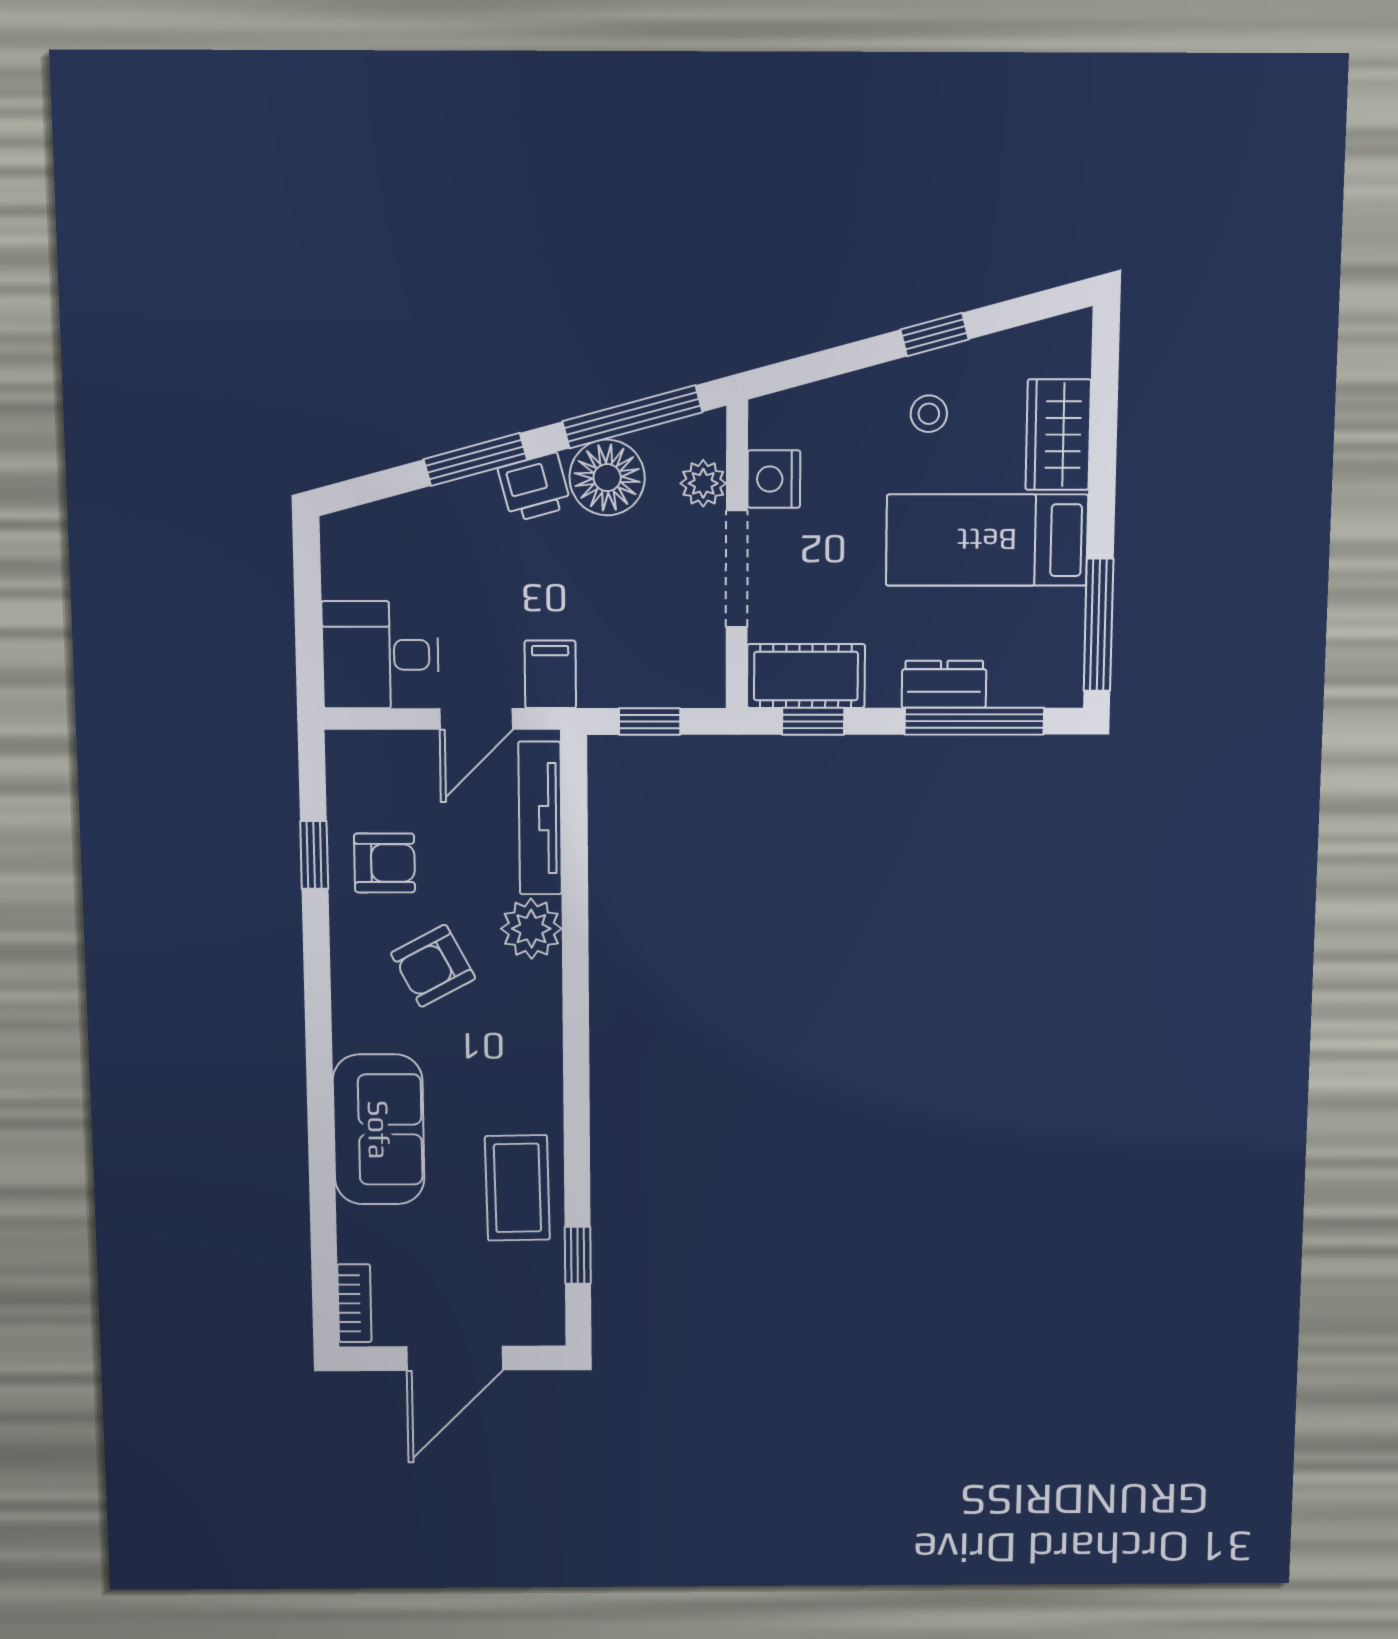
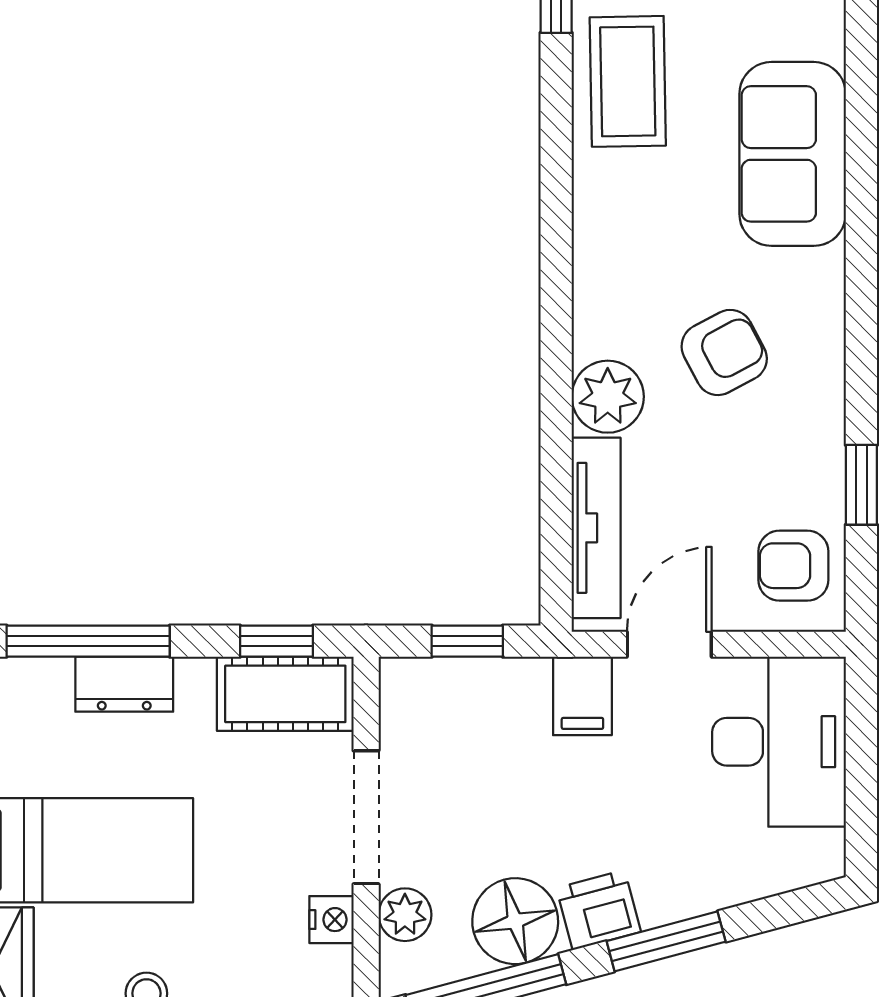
nightstand: (774, 479) -> (331, 920), width x0.72, depth x0.74
desk: (380, 655) -> (779, 742), width x1.37
armchair: (385, 863) -> (793, 566), moved

